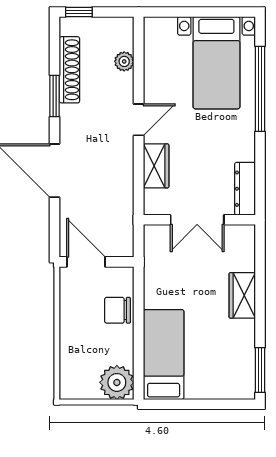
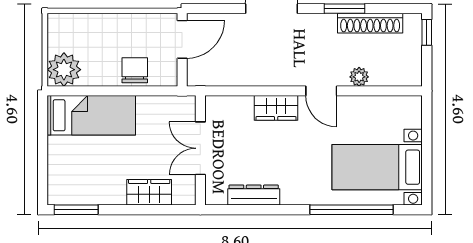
plant: (124, 61) -> (359, 77), moved
double door: (197, 220) -> (200, 148), moved
wall: (199, 220) -> (200, 150), moved

